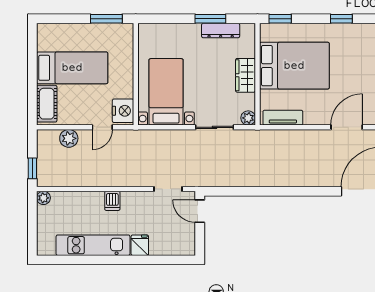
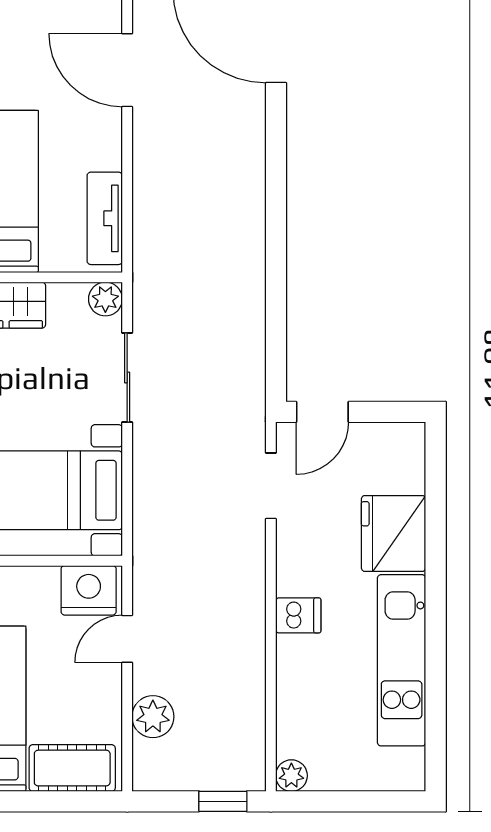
door: (102, 127) -> (127, 639), swing flipped
fridge: (140, 245) -> (394, 533), width x1.88, depth x1.34

